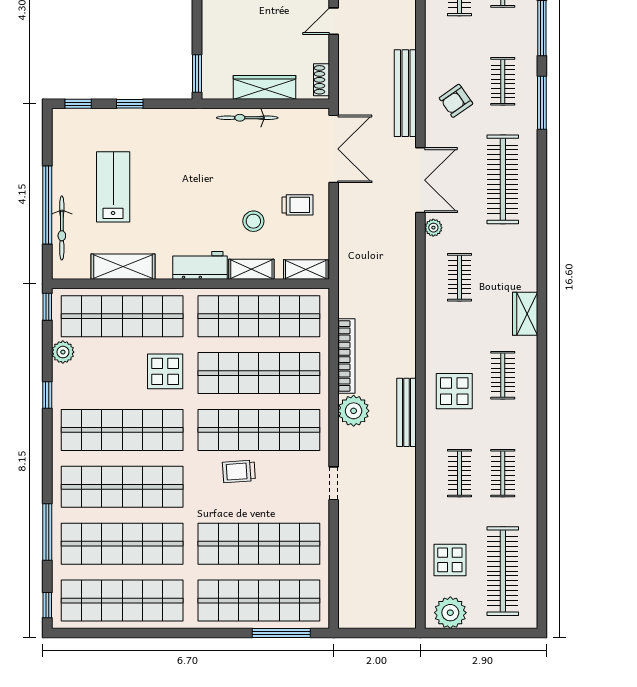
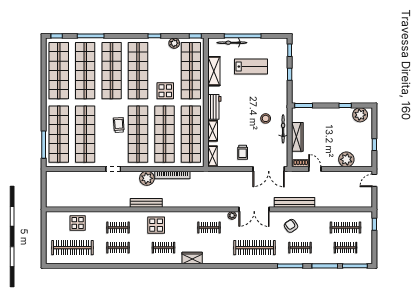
door: (334, 21) -> (315, 169), moved
stool: (253, 221) -> (266, 118), moved
plant: (450, 613) -> (53, 223), removed

